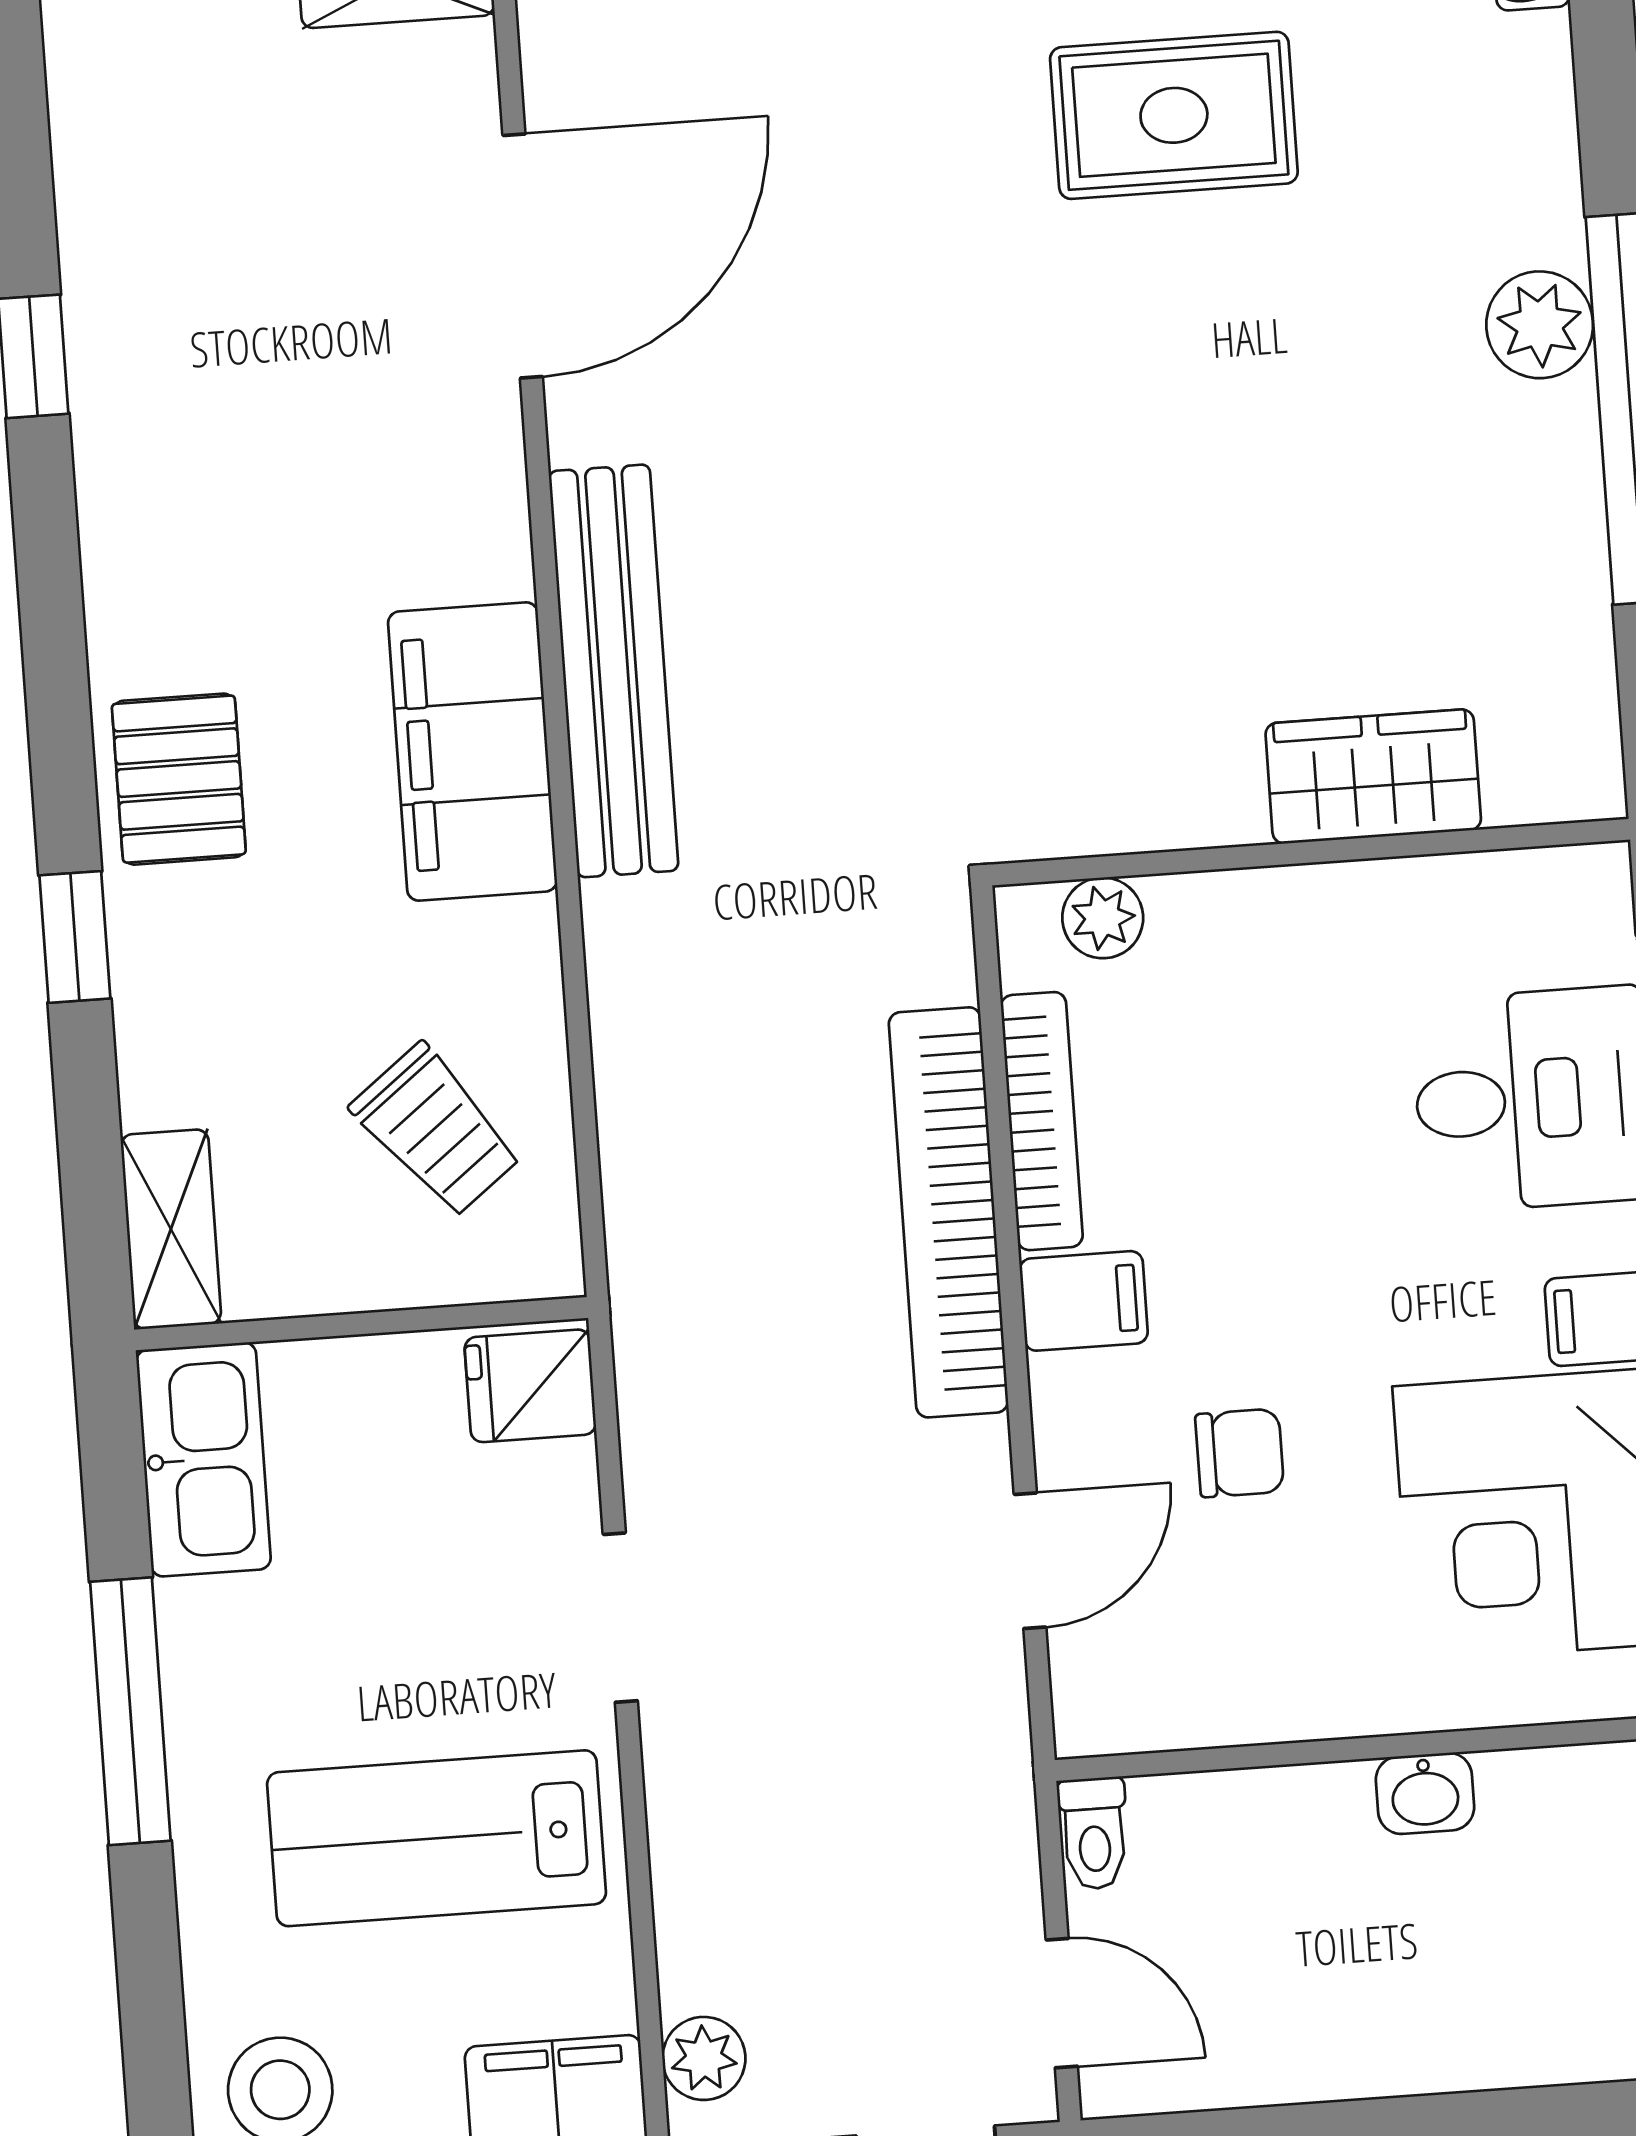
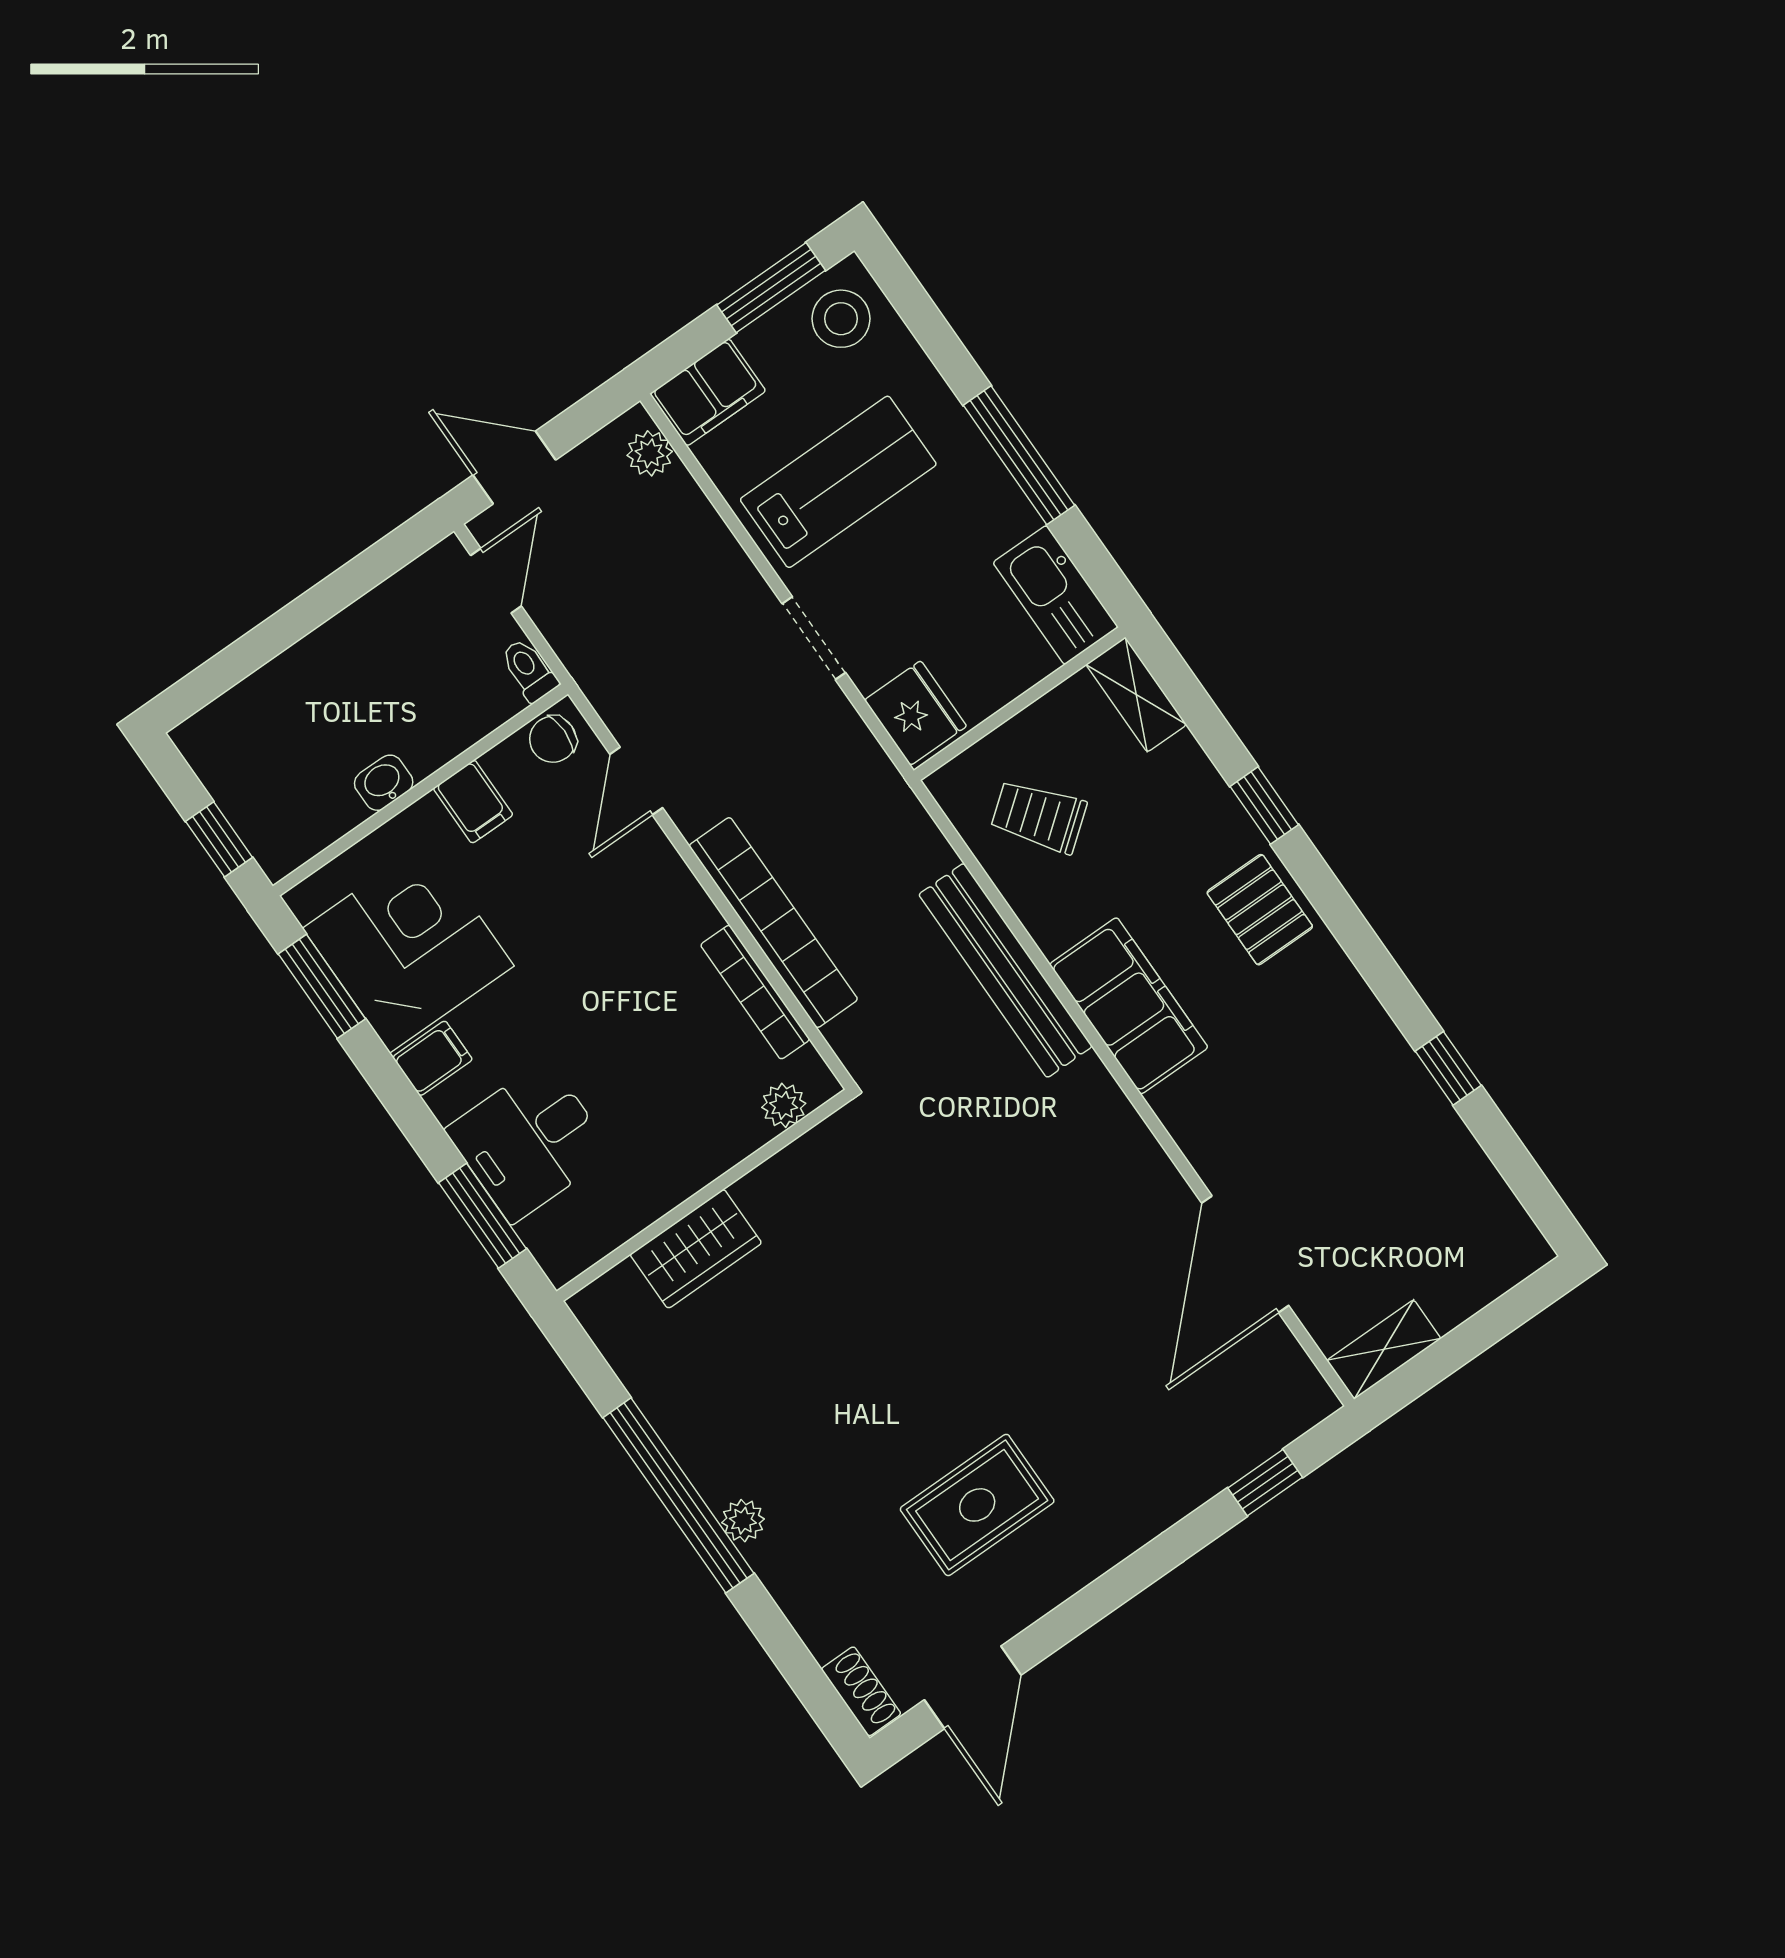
plant: (1540, 325) -> (743, 1521), width x0.73, depth x0.73
bench: (614, 671) -> (1005, 970), moved
filing cabinet: (1084, 1301) -> (473, 802), moved, turned -90
fridge: (530, 1386) -> (916, 713), width x1.38
chair: (1240, 1453) -> (553, 739), moved
door: (1062, 2003) -> (496, 581), swing flipped

